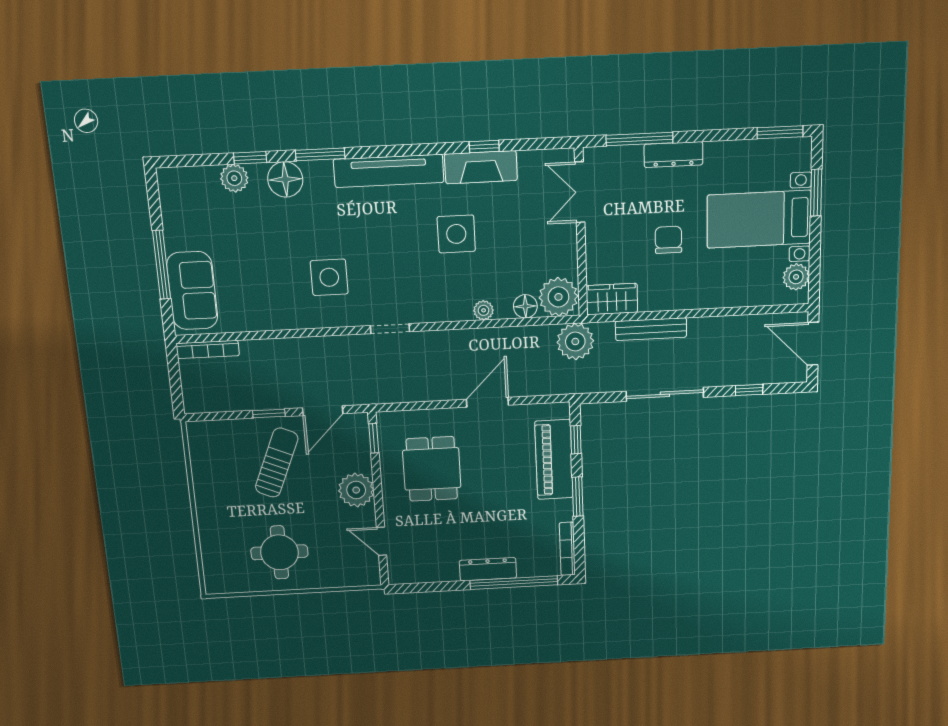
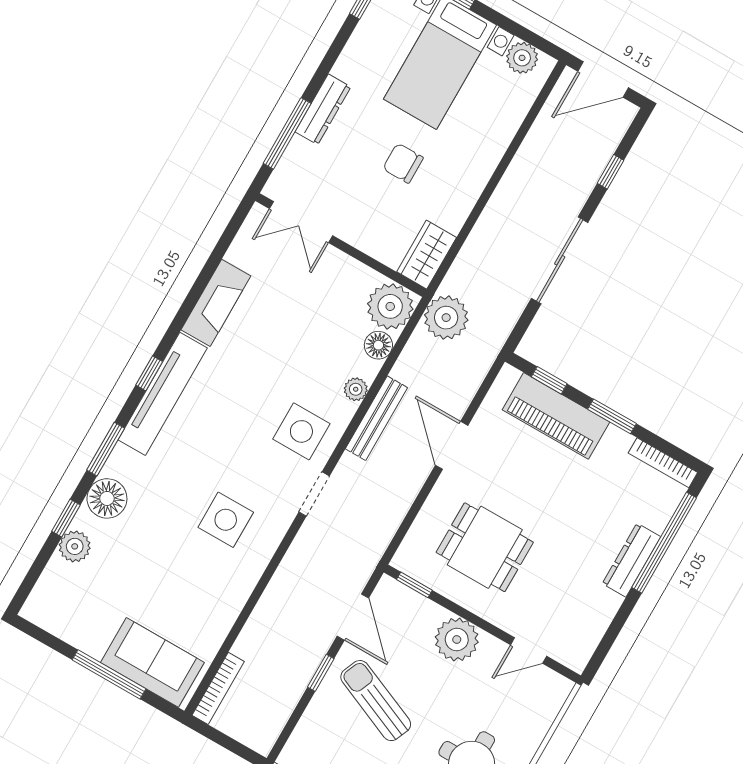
window: (484, 146) -> (149, 373), moved
side table: (456, 234) -> (301, 431), moved
bench: (651, 329) -> (376, 418), moved

